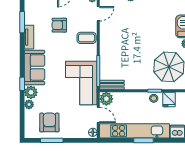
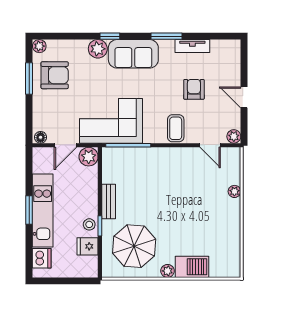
window: (22, 22) -> (167, 36), moved
tv unit: (29, 37) -> (192, 46), moved
bench: (112, 85) -> (109, 201), moved
plant: (29, 104) -> (39, 46), moved
kitchen unit: (135, 131) -> (43, 210), width x0.73

